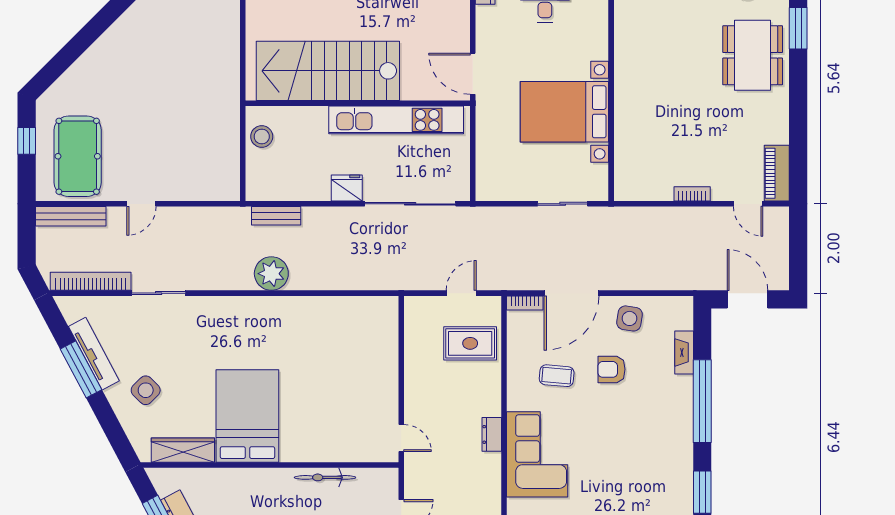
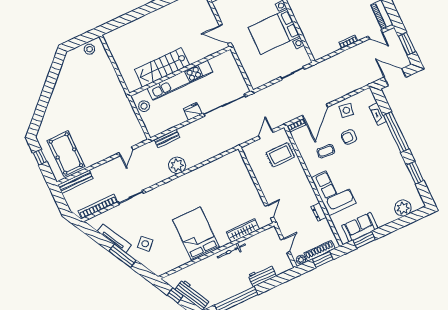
stairs: (328, 71) -> (162, 67), width x0.73, depth x0.66
kitchen unit: (396, 120) -> (180, 80), moved
door: (141, 204) -> (126, 151), moved
window: (798, 248) -> (407, 44), added
window: (81, 369) -> (123, 256), moved
dresser: (492, 434) -> (319, 212), moved
door: (401, 438) -> (269, 212), hinge flipped
wardrobe: (183, 450) -> (243, 231), moved
bicycle: (325, 477) -> (231, 251), moved

